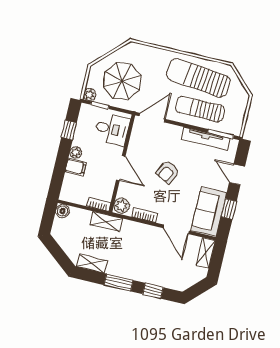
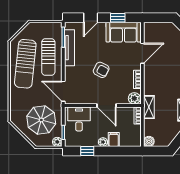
door: (121, 168) -> (107, 106), swing flipped
shelving: (206, 253) -> (155, 27), removed

